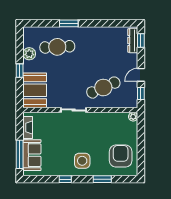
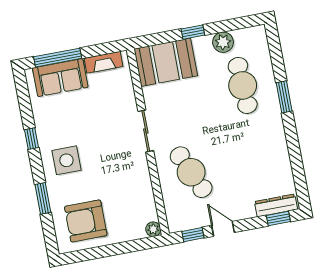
armchair: (121, 156) -> (86, 221), turned 180

